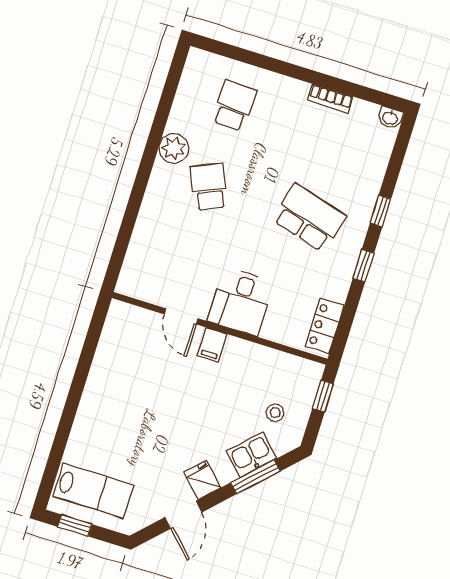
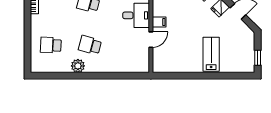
school desk: (209, 187) -> (90, 45), turned 39
lab bench: (93, 491) -> (211, 54), moved

